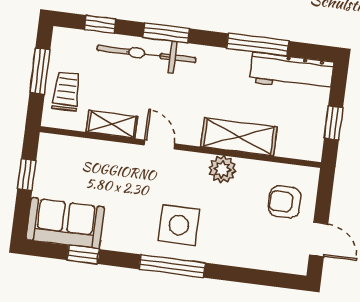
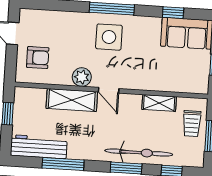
door: (159, 144) -> (109, 90), moved

